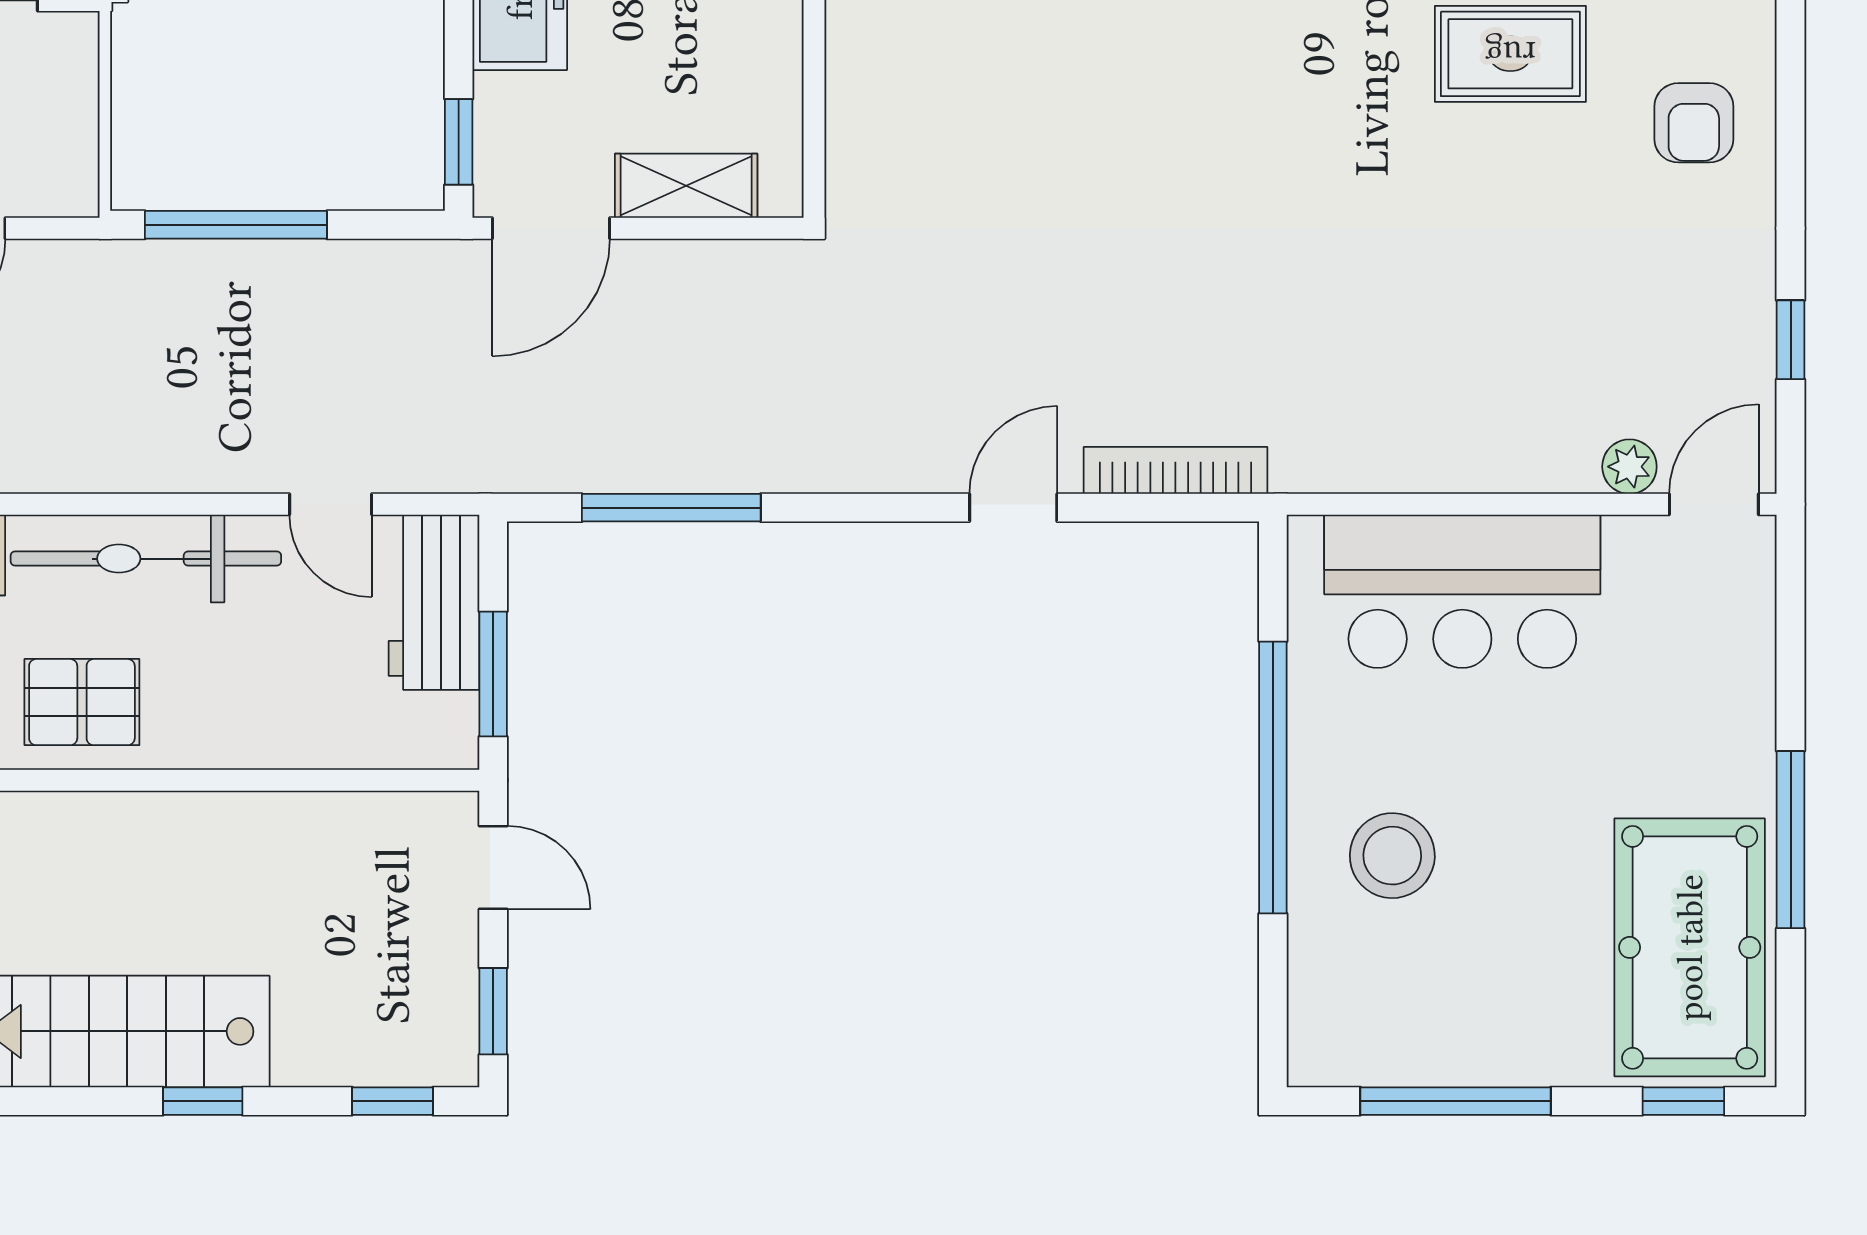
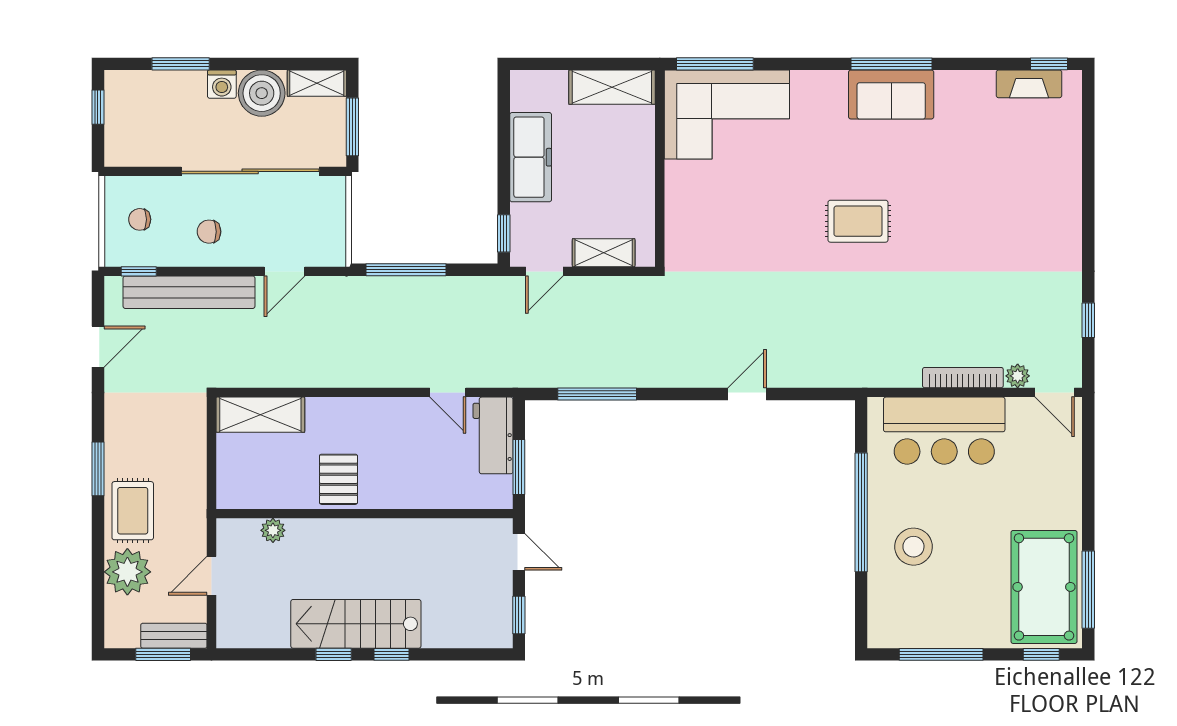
rug: (1510, 54) -> (858, 221), moved
armchair: (1694, 123) -> (1046, 225), removed
door: (551, 228) -> (544, 271), width x0.73
bookcase: (1175, 470) -> (963, 378), moved
door: (1714, 504) -> (1055, 392), swing flipped
bicycle: (146, 559) -> (367, 416), removed
pallet: (82, 702) -> (338, 479), turned 90
window: (1791, 840) -> (1088, 590), moved
window: (393, 1101) -> (334, 654), moved

